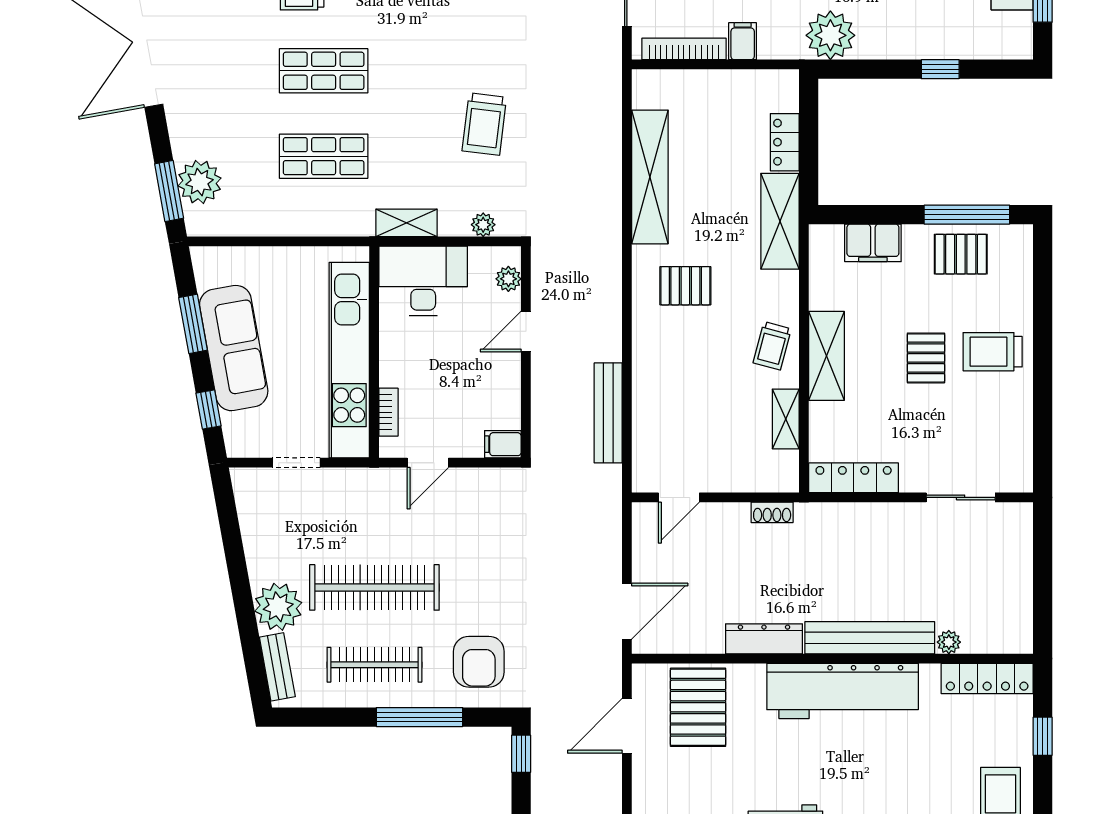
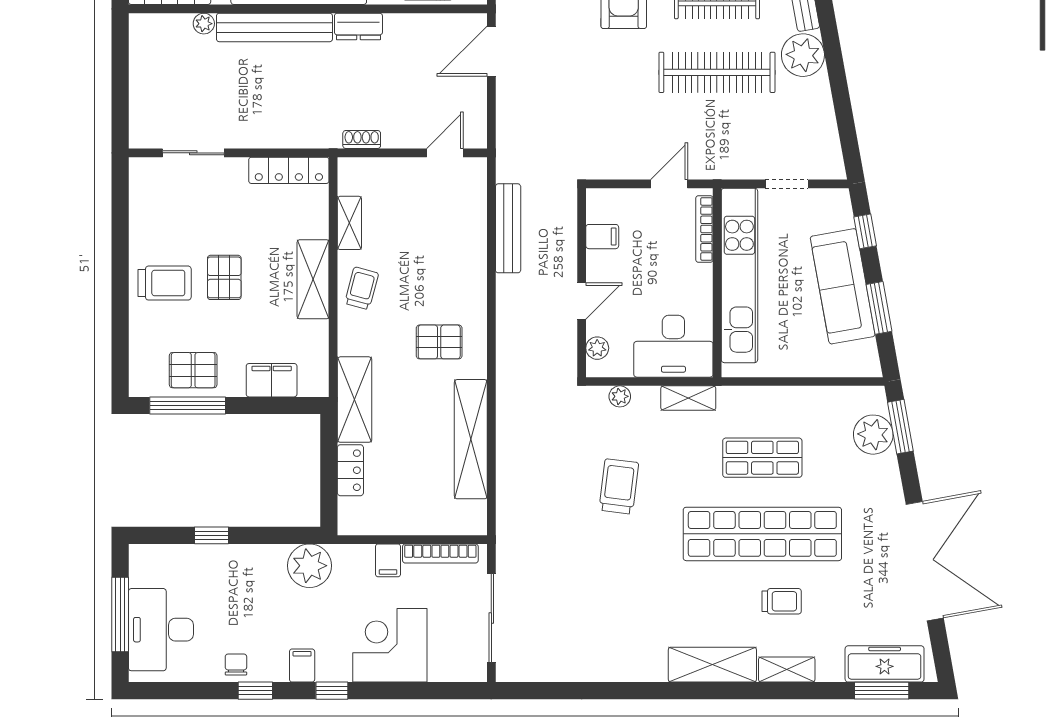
shop shelf: (324, 71) -> (762, 534), width x2.00, depth x1.36
bookcase: (389, 412) -> (704, 229), width x1.56
filing cabinet: (503, 444) -> (602, 237), moved
dresser: (764, 639) -> (358, 26), width x0.70

